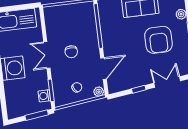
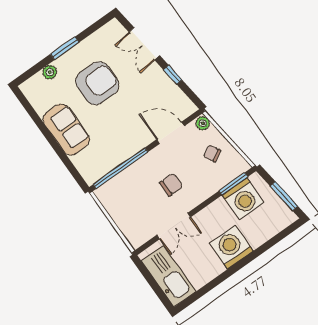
double door: (47, 55) -> (174, 226), moved
washing machine: (44, 96) -> (243, 199), width x1.89, depth x1.89
window: (37, 115) -> (284, 196), moved

